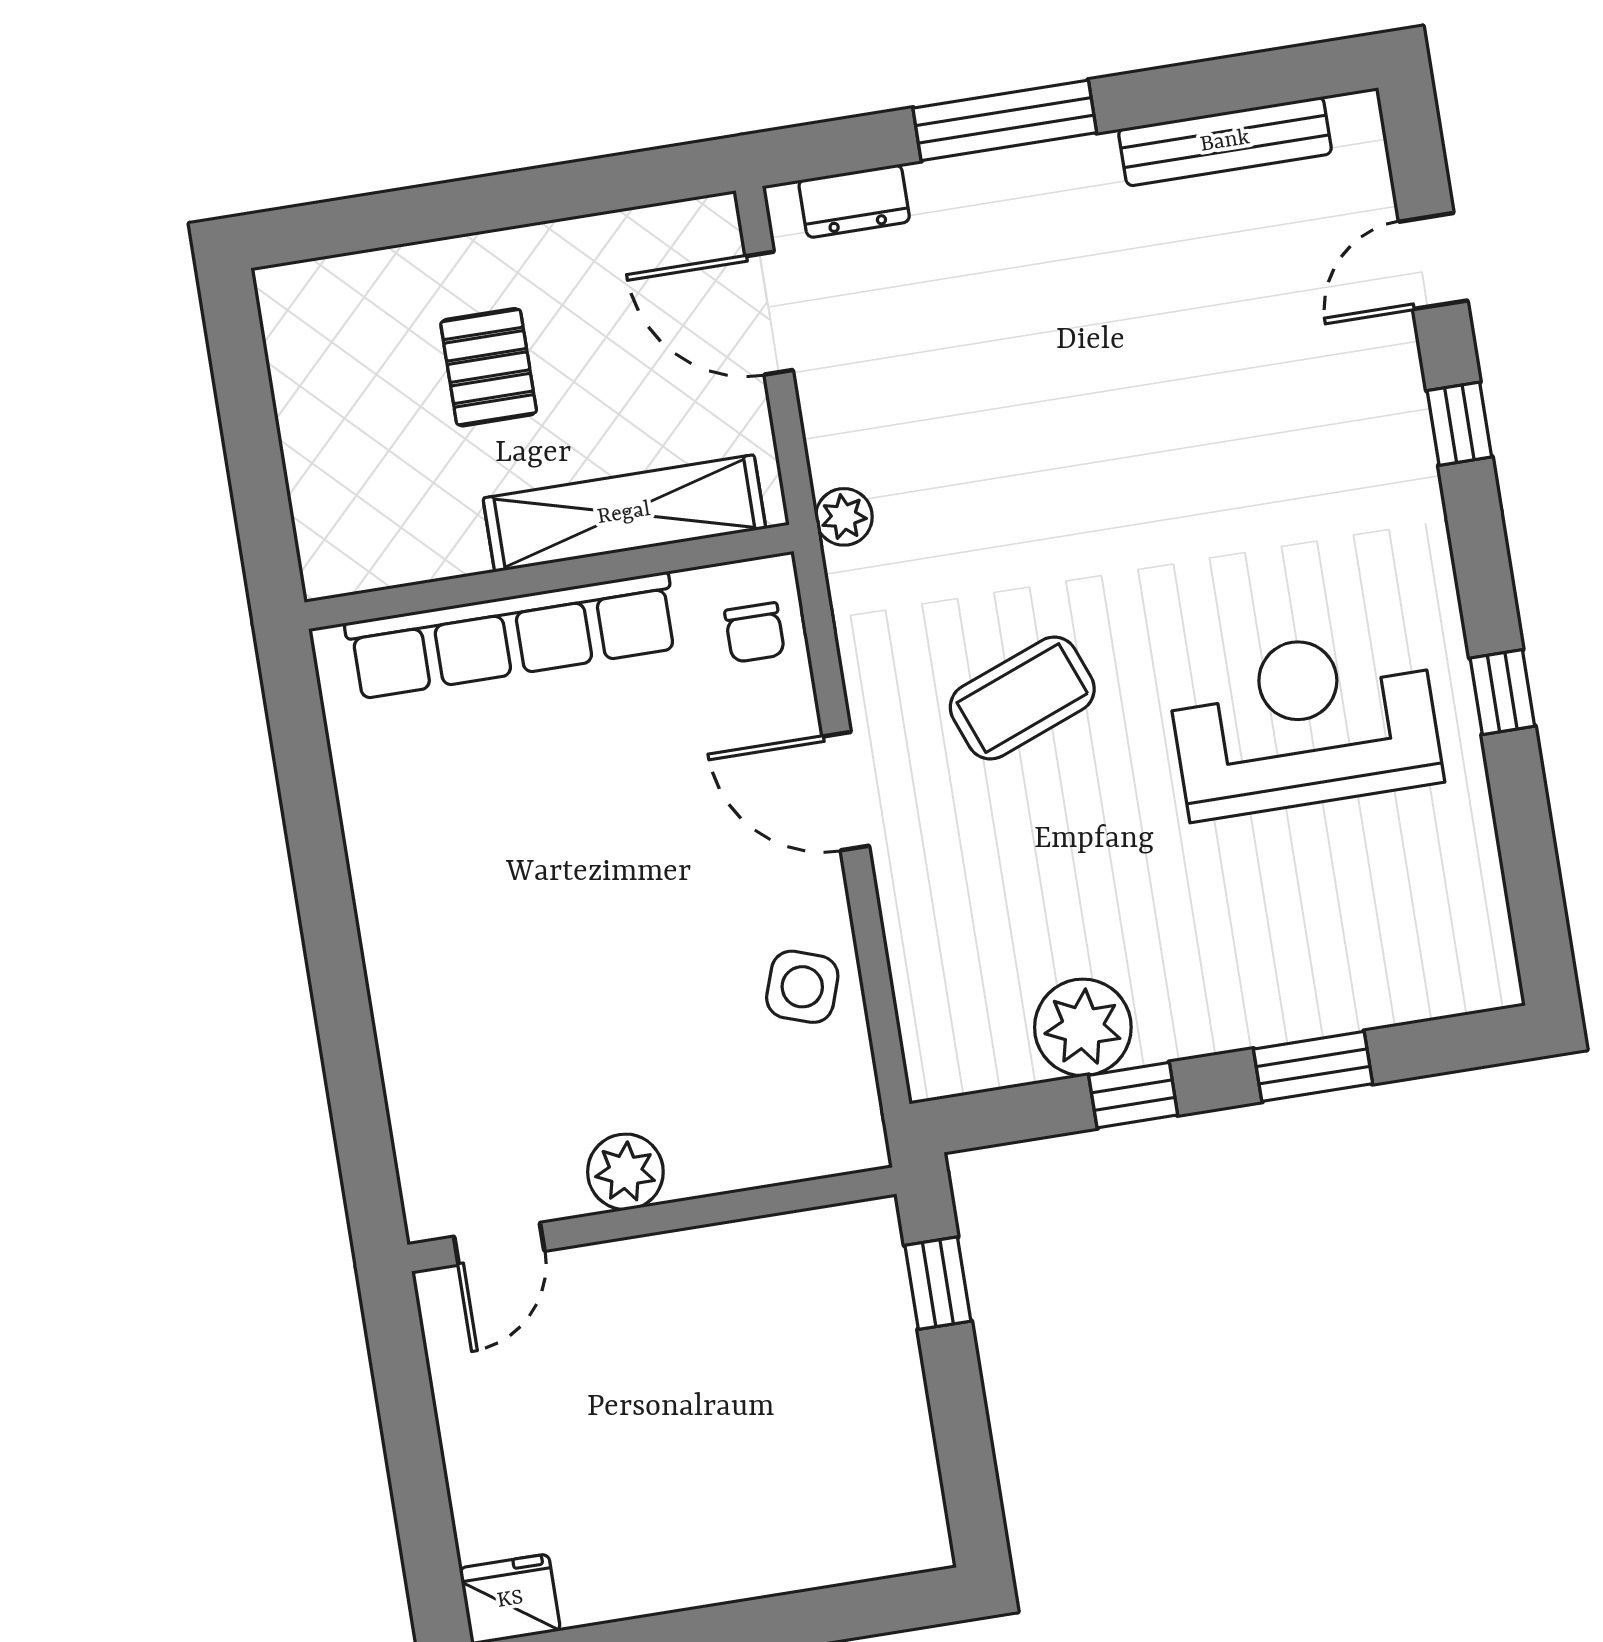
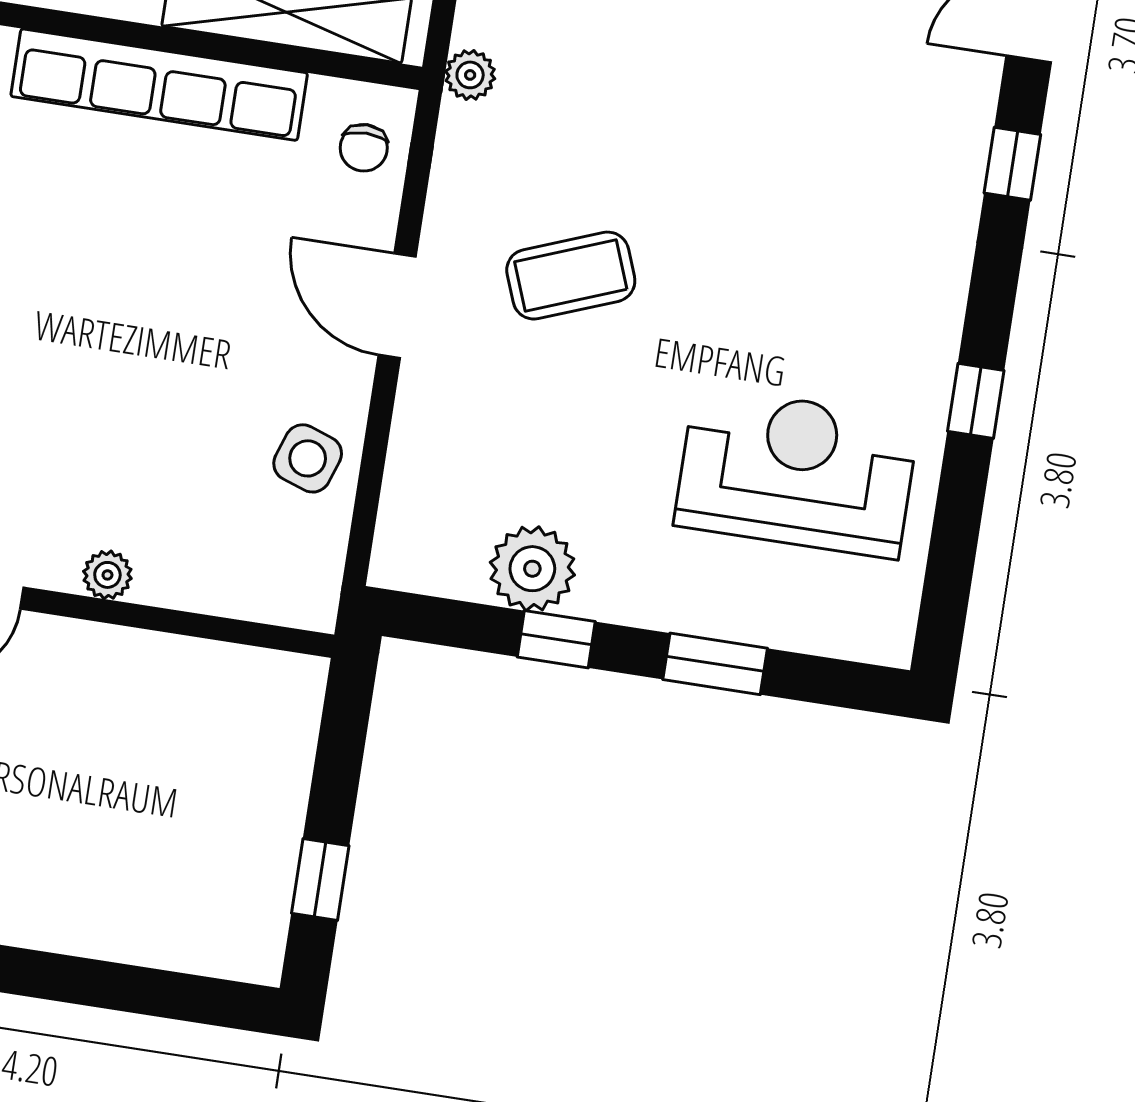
reception desk: (1304, 722) -> (796, 472), moved
plant: (625, 1172) -> (107, 575), width x0.73, depth x0.73
window: (938, 1283) -> (320, 880), moved

